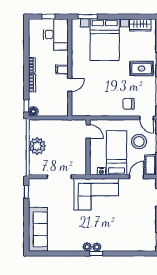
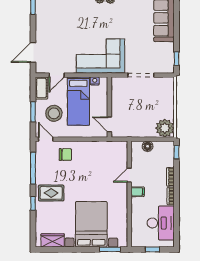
desk: (56, 34) -> (161, 223), moved, turned 180
floor lamp: (33, 111) -> (148, 146), moved
plant: (37, 146) -> (165, 128), moved

